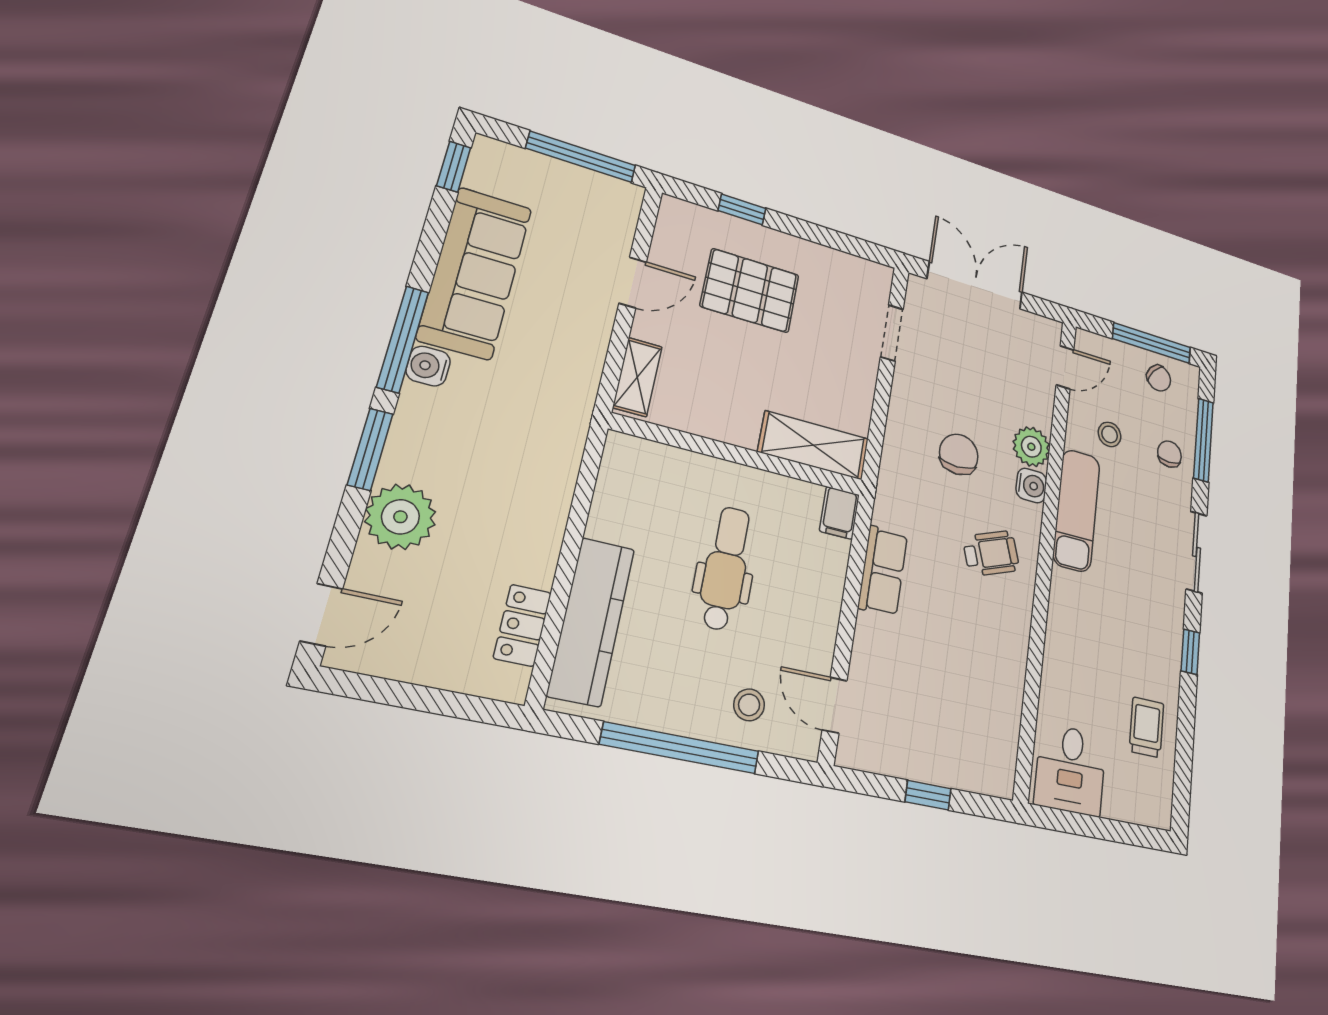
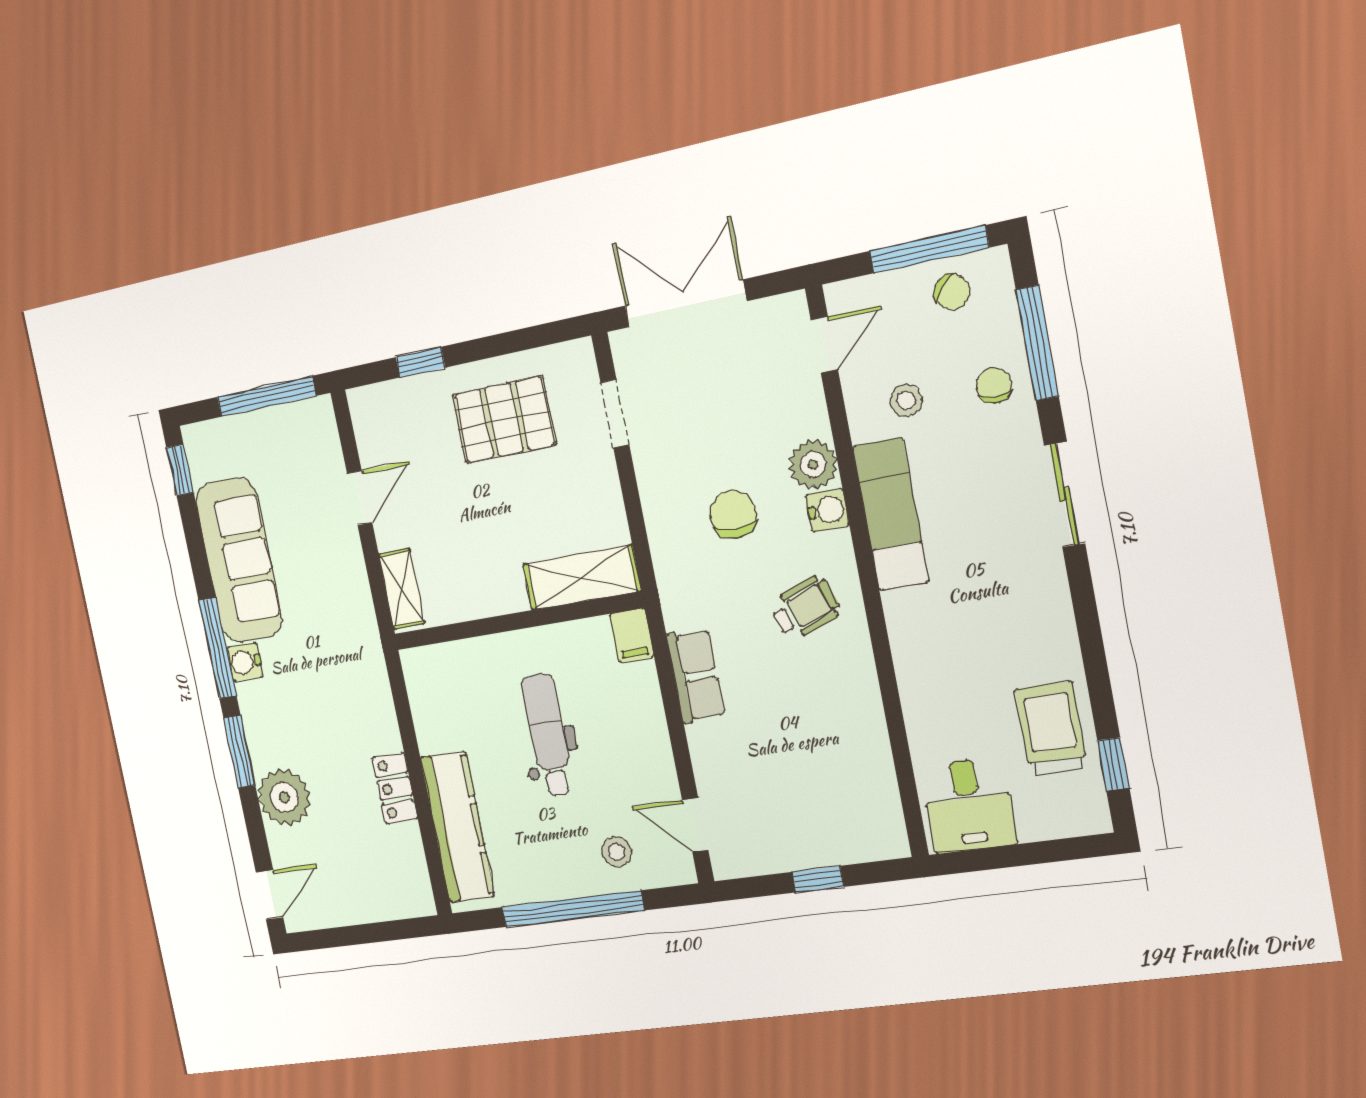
pallet: (750, 291) -> (504, 420), moved
locker: (522, 625) -> (395, 788), moved
window: (1190, 652) -> (1113, 764), moved
trolley: (1147, 727) -> (1051, 729), width x1.36, depth x1.39

